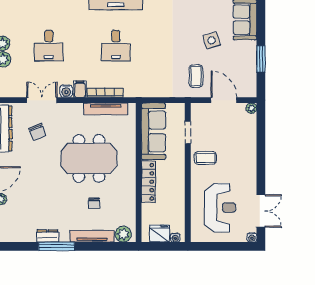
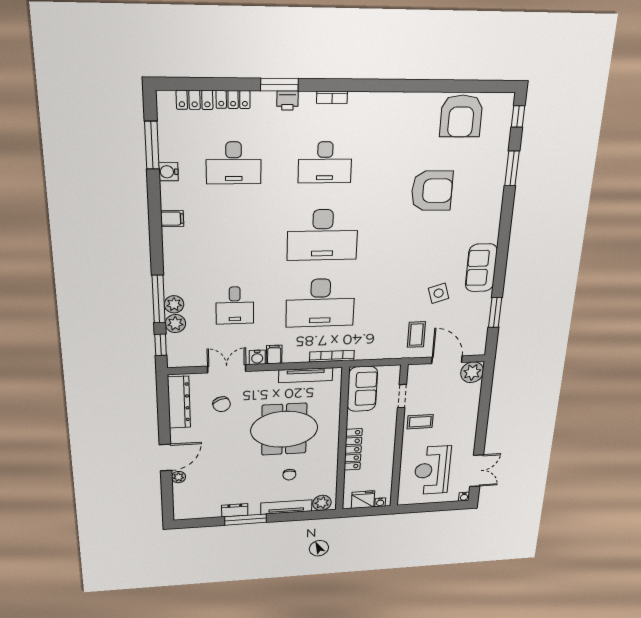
desk: (116, 46) -> (320, 303), width x1.87, depth x1.30
bookcase: (105, 93) -> (332, 356), moved
plant: (251, 108) -> (472, 372), width x1.88, depth x1.88
sofa: (153, 131) -> (362, 389), width x0.73
reception desk: (220, 208) -> (432, 470), turned 180

